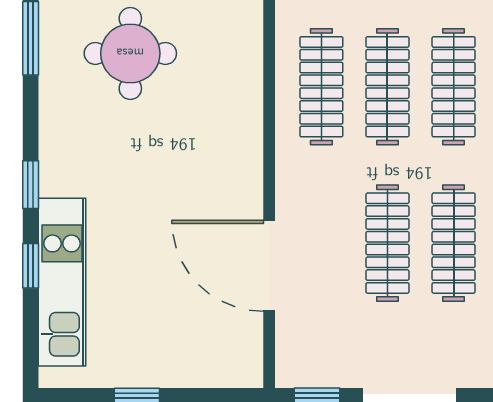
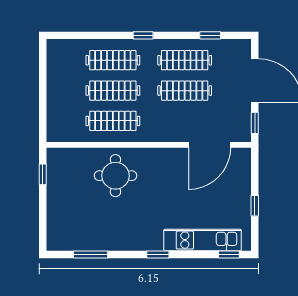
round table: (130, 53) -> (115, 176), moved
window: (31, 266) -> (229, 254), moved
door: (269, 266) -> (210, 145), moved

